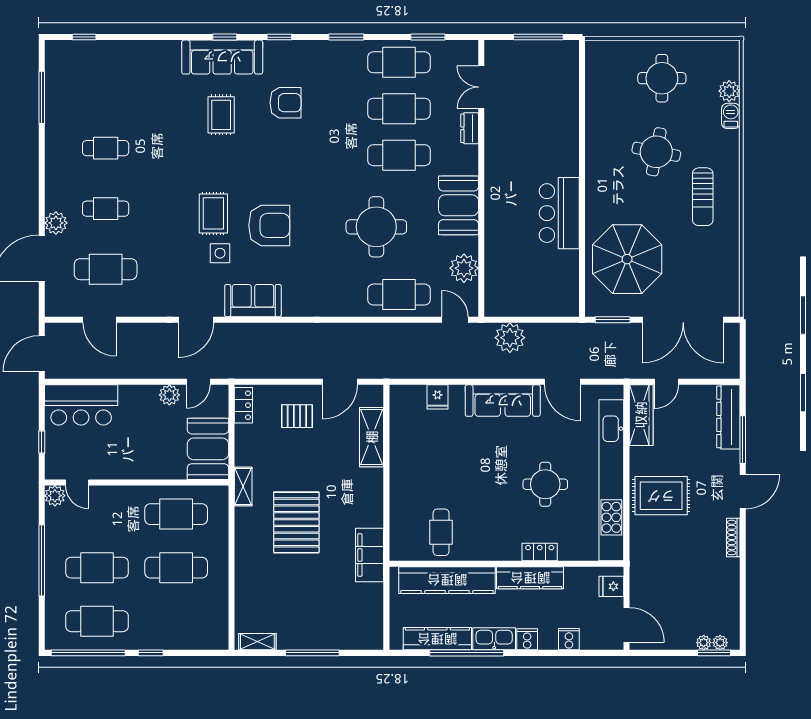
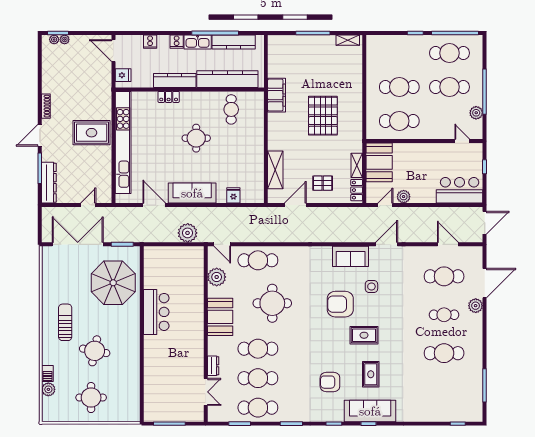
cafe table: (106, 148) -> (444, 353), width x1.37, depth x1.35
rug: (213, 213) -> (364, 335), moved, turned 90
wardrobe: (641, 415) -> (104, 184), removed
round table: (545, 484) -> (196, 138), moved
shelving: (243, 486) -> (357, 165), moved
plant: (55, 496) -> (476, 113), moved

